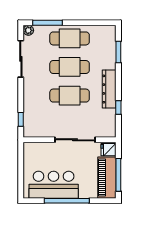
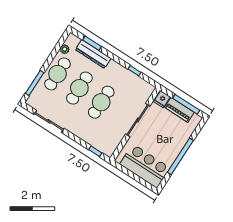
plant: (28, 30) -> (65, 49), moved
dresser: (109, 89) -> (93, 54), moved
piano: (107, 178) -> (179, 110), width x0.73, depth x0.75
bar counter: (54, 185) -> (145, 166), moved, turned 90

